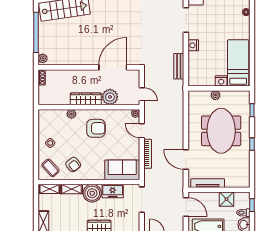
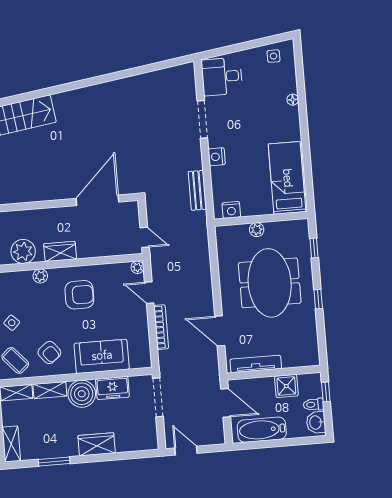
nightstand: (221, 81) -> (231, 210), moved
plant: (110, 97) -> (23, 251), moved
wardrobe: (86, 99) -> (60, 251), width x0.67
sofa: (122, 170) -> (102, 356), moved

